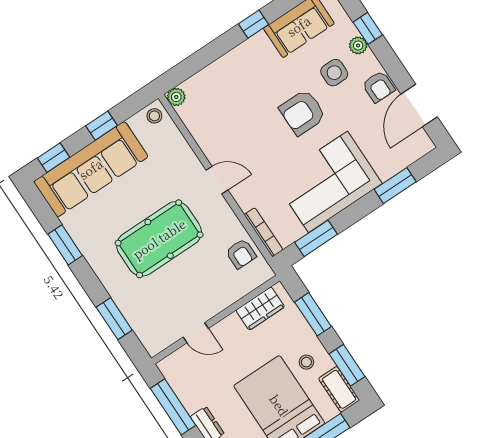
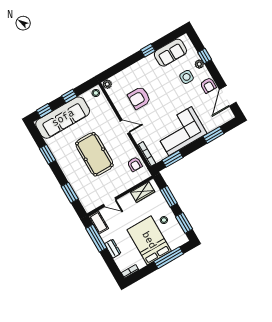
armchair: (303, 112) -> (139, 98), moved
pool table: (159, 239) -> (94, 154), turned 90
cot: (339, 389) -> (99, 222), moved

